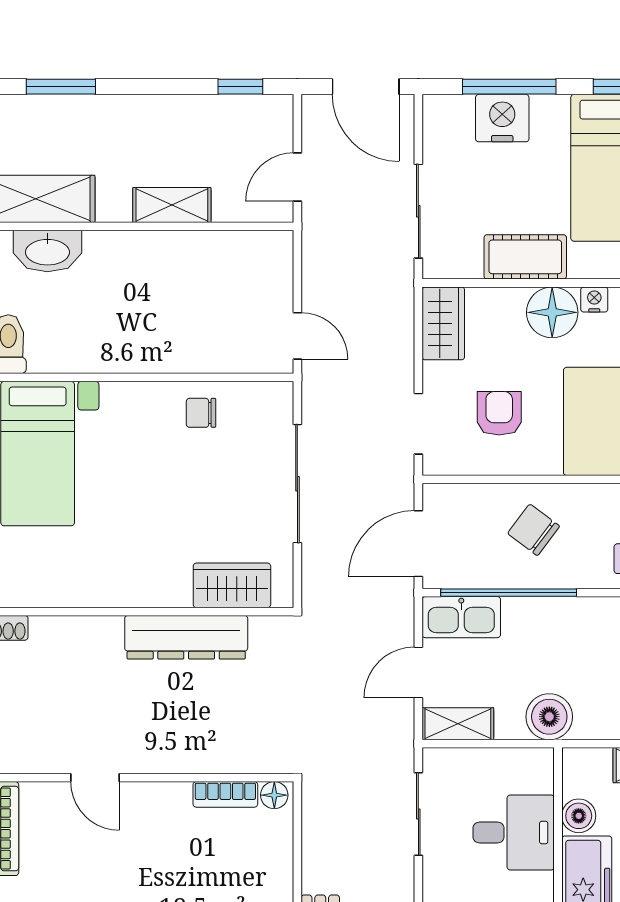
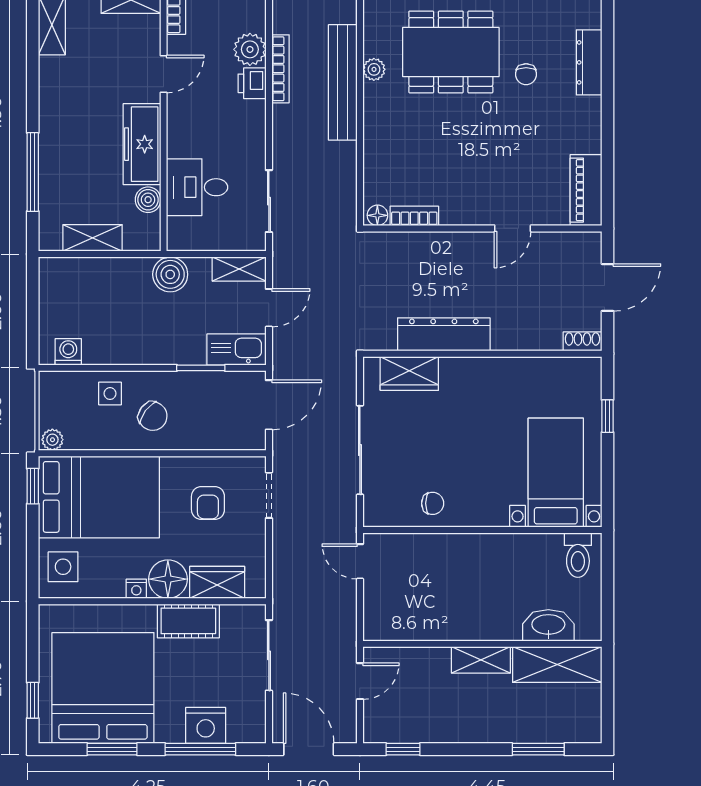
shelving: (172, 205) -> (481, 660), moved
wardrobe: (443, 323) -> (217, 582), moved, turned 90
chair: (533, 530) -> (153, 416), moved
window: (509, 593) -> (201, 368), width x0.47
door: (95, 778) -> (513, 228), swing flipped

